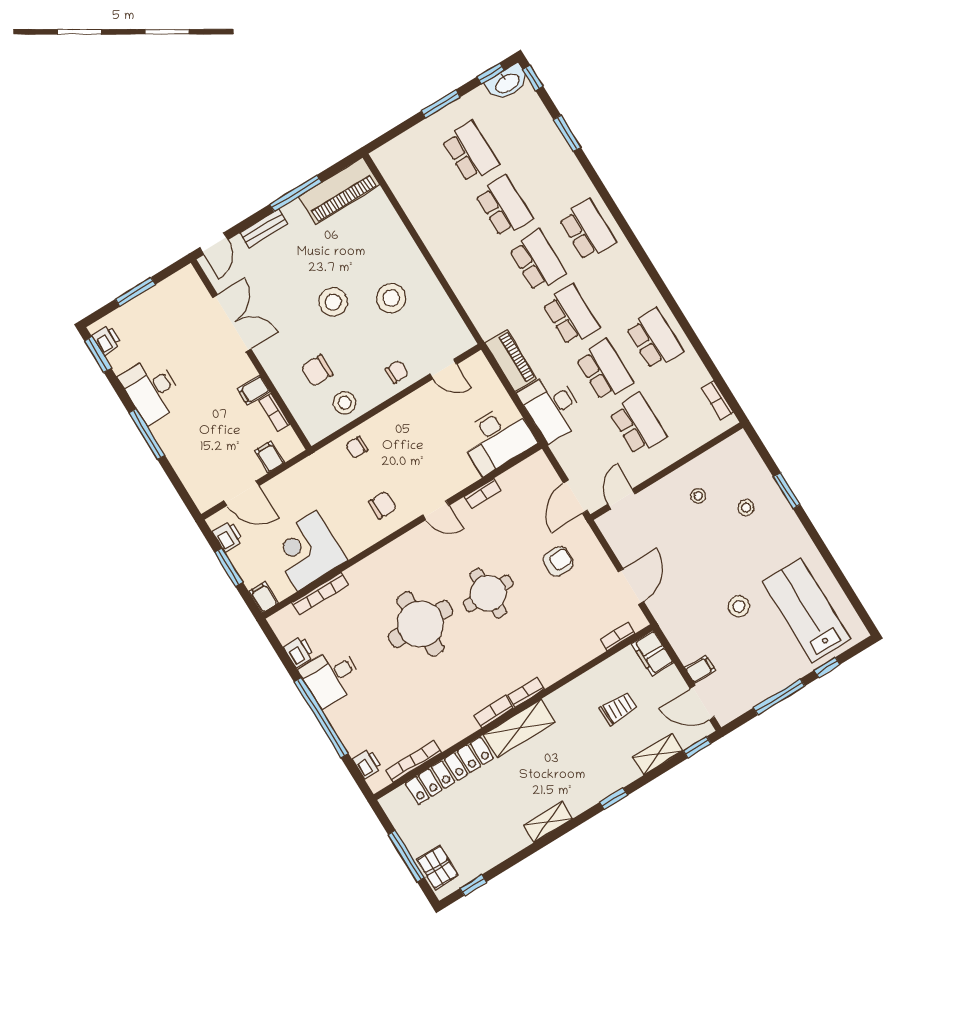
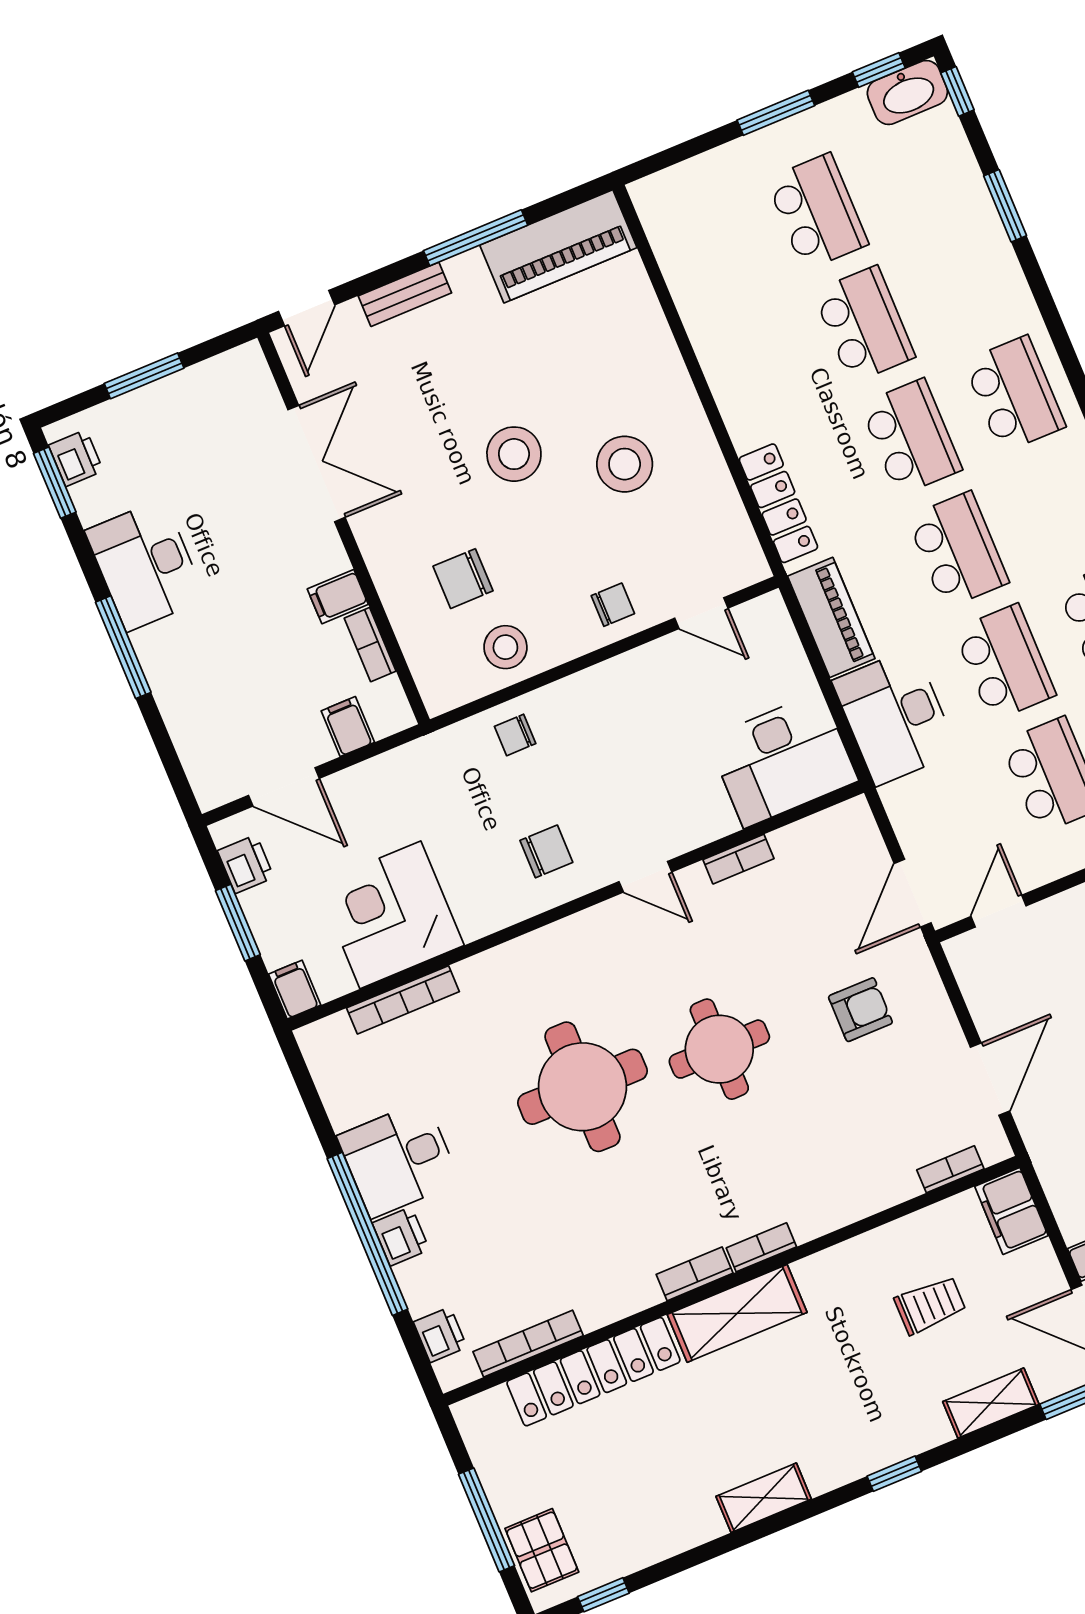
locker: (474, 306) -> (778, 503), added
printer: (299, 652) -> (401, 1236), moved

